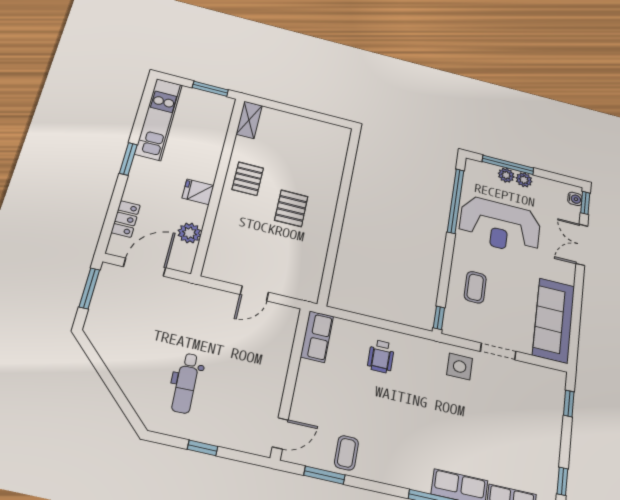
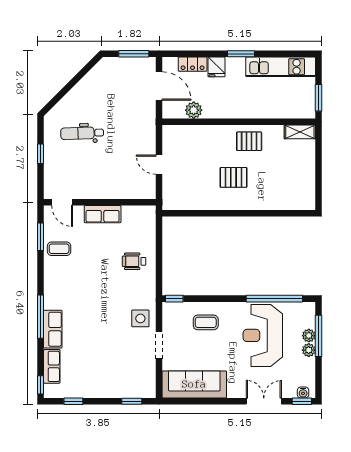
fridge: (198, 192) -> (216, 67), moved, turned 180
row of seats: (317, 336) -> (103, 214), moved

